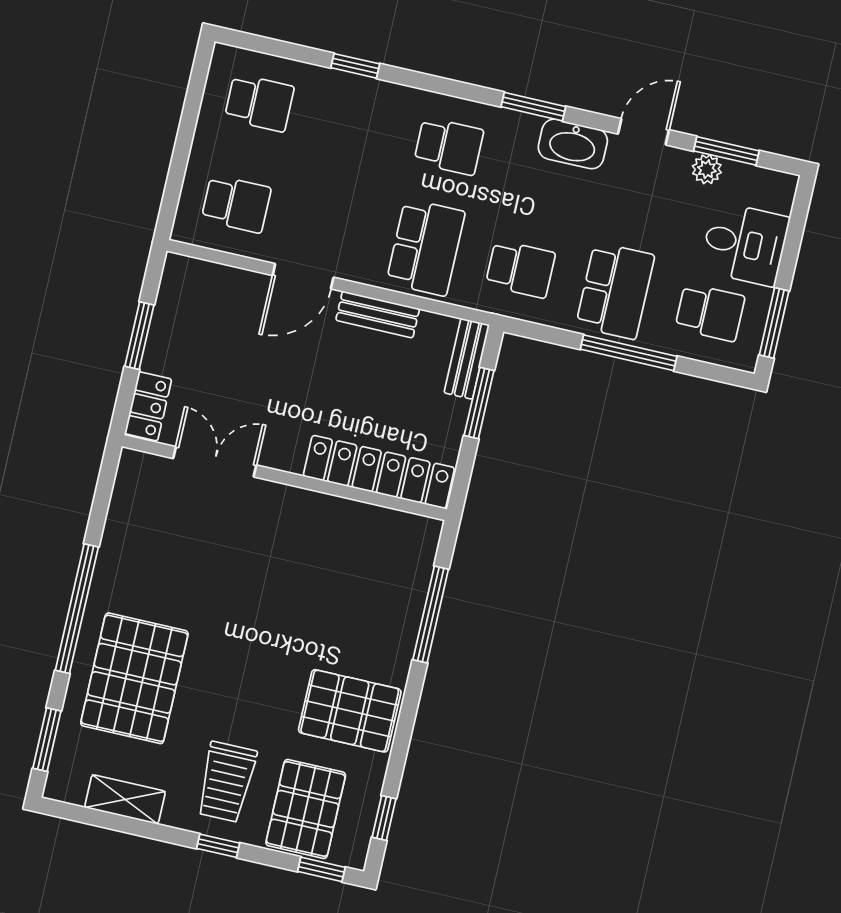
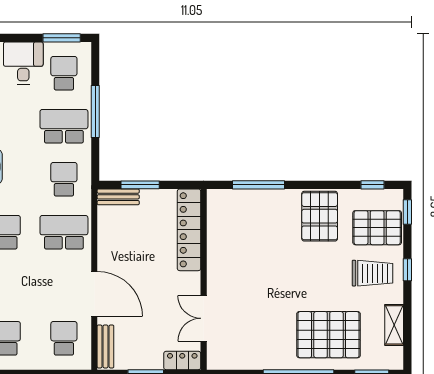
door: (303, 276) -> (94, 294), width x1.36
bench: (378, 315) -> (105, 346), moved

